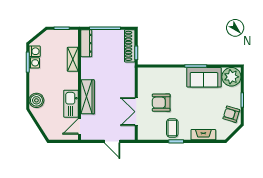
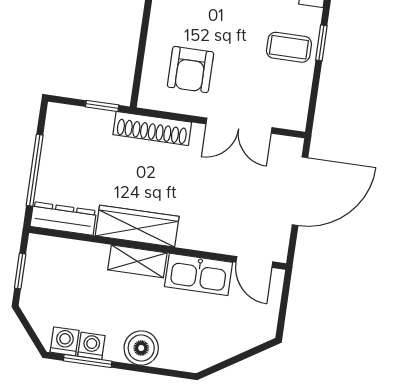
shoe rack: (130, 46) -> (152, 128), moved
shelving: (73, 59) -> (137, 261), moved
wardrobe: (88, 97) -> (137, 226), moved
boiler: (36, 100) -> (141, 348), moved
armchair: (161, 103) -> (191, 70), moved
door: (112, 141) -> (300, 191), width x1.87

